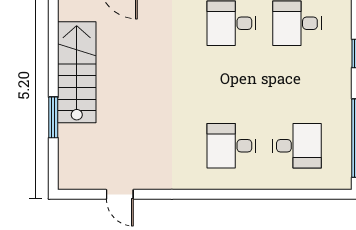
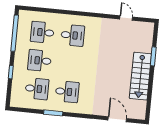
desk: (297, 85) -> (40, 61), added

